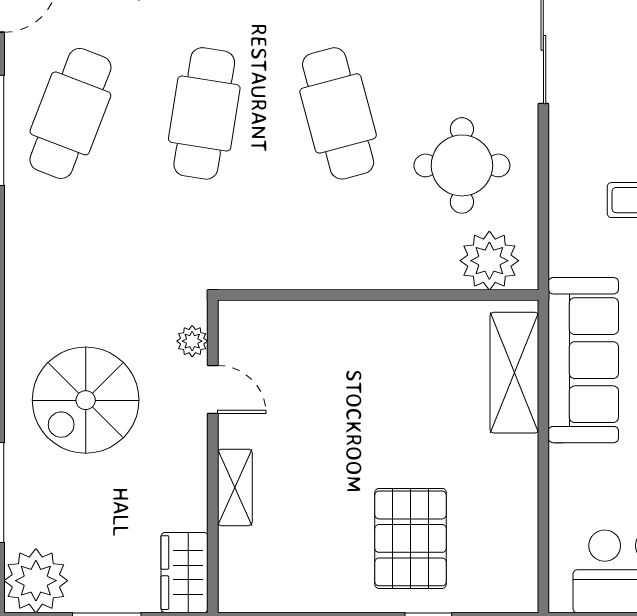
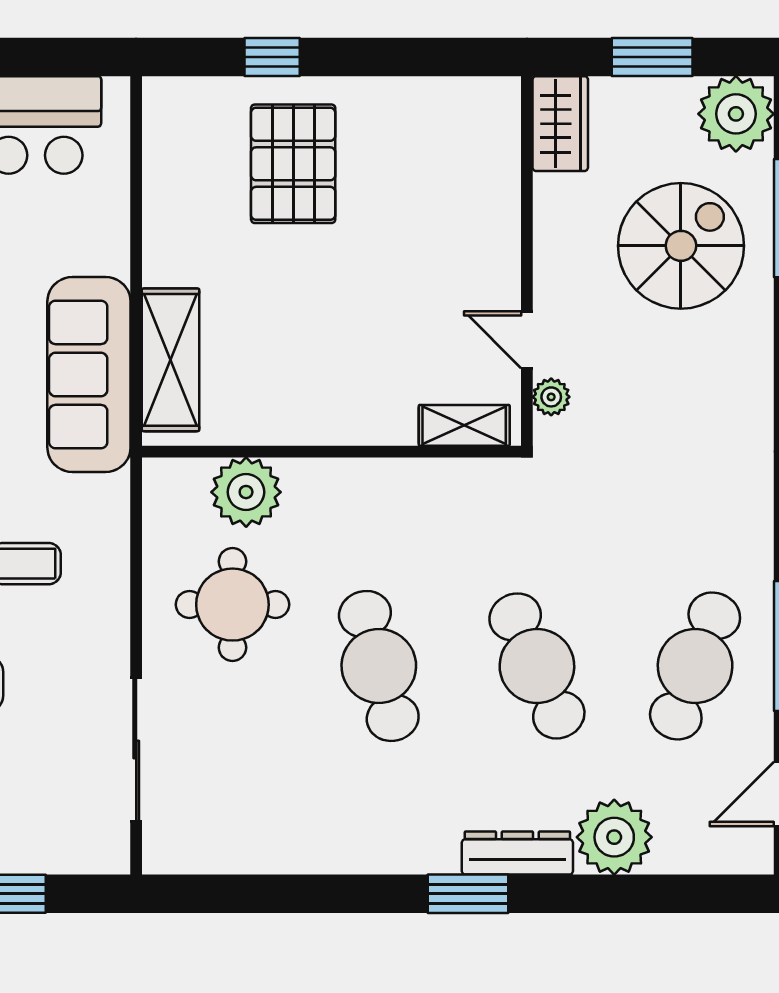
cafe table: (204, 113) -> (537, 666), turned -33
plant: (489, 261) -> (246, 492), moved
spiral stairs: (86, 400) -> (681, 246), moved
shelving: (235, 487) -> (464, 425), moved, turned 90

